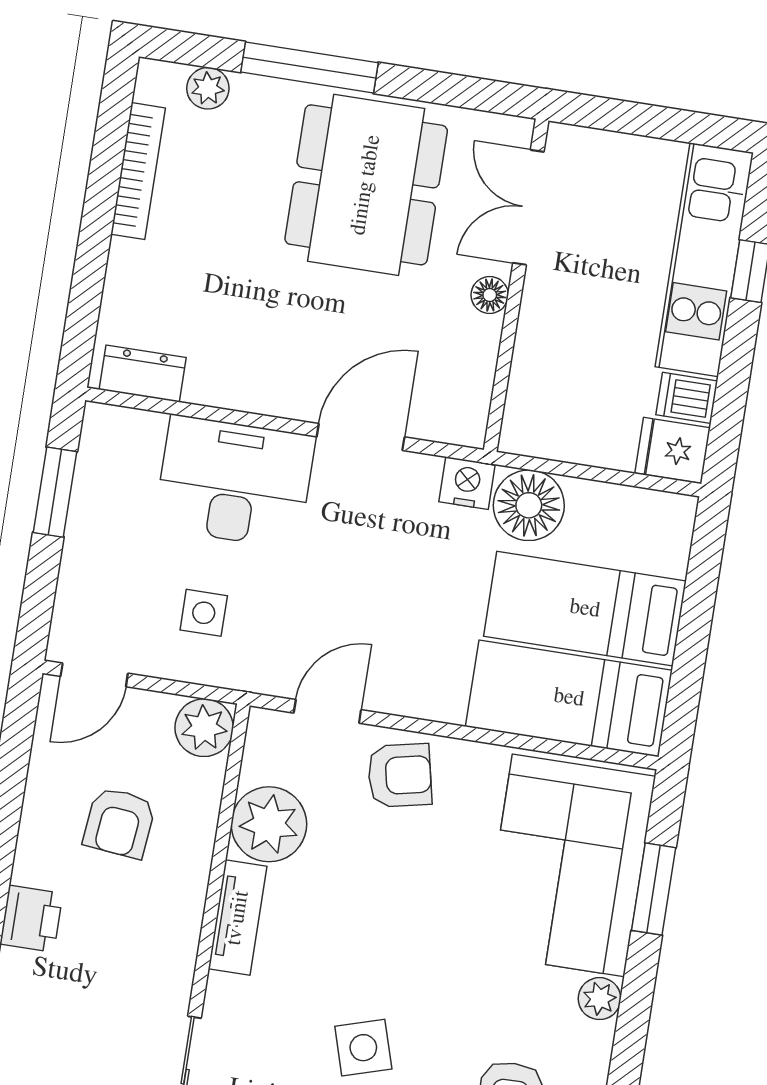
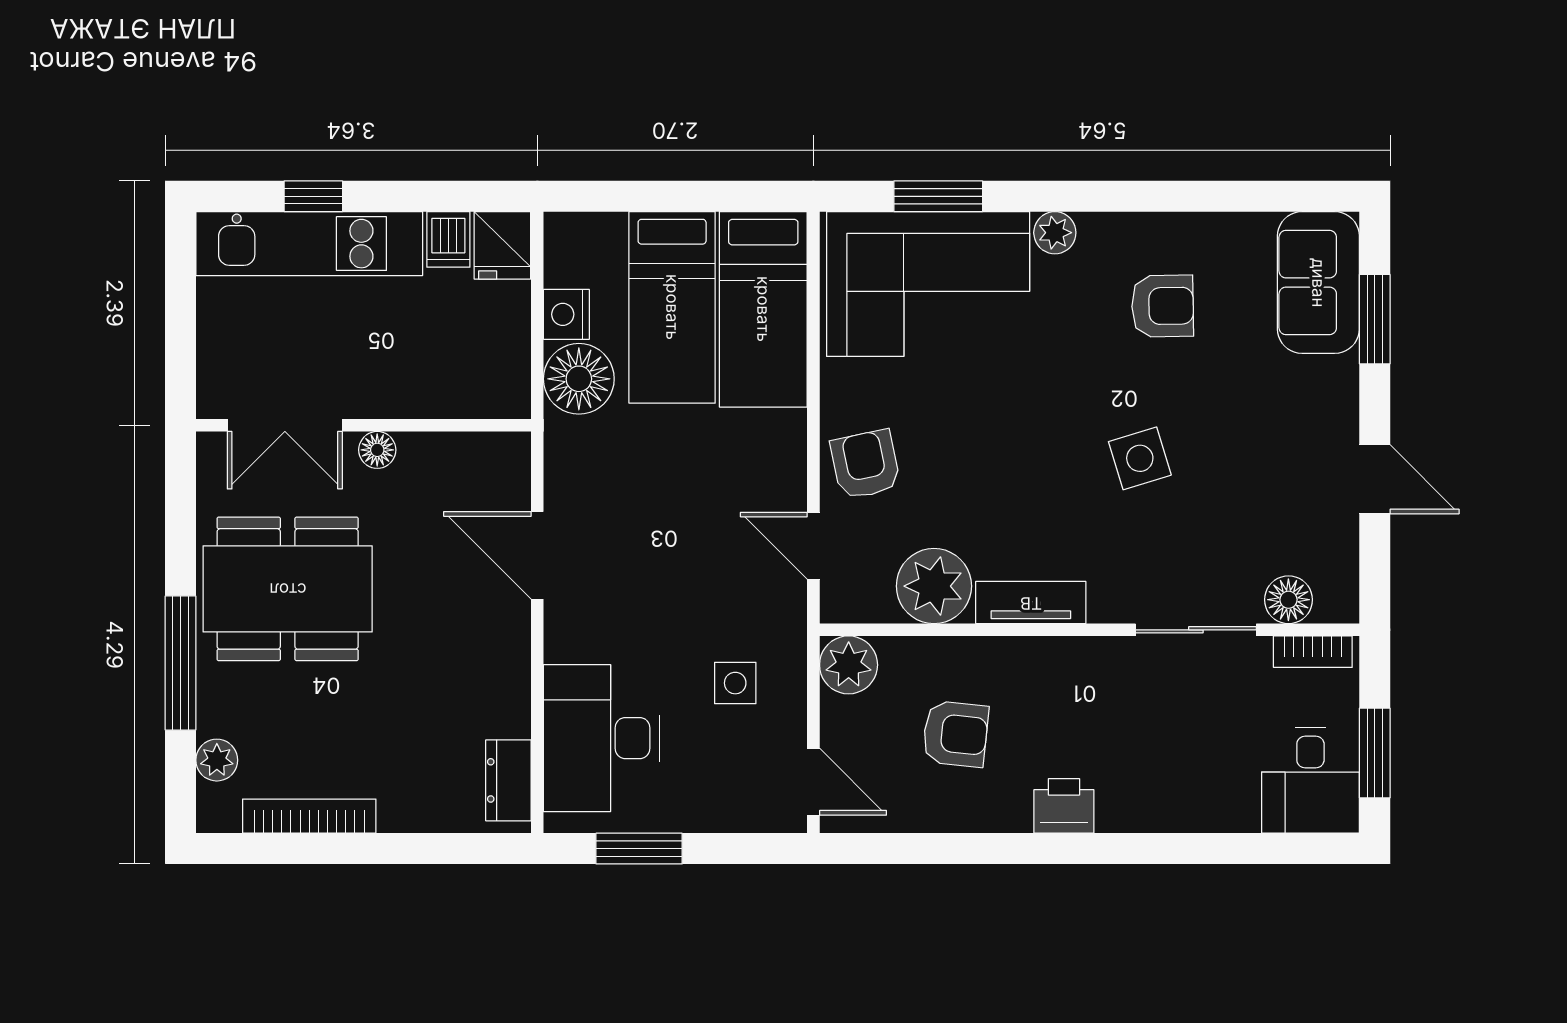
desk: (235, 482) -> (601, 738), moved
nightstand: (467, 483) -> (566, 314), moved

